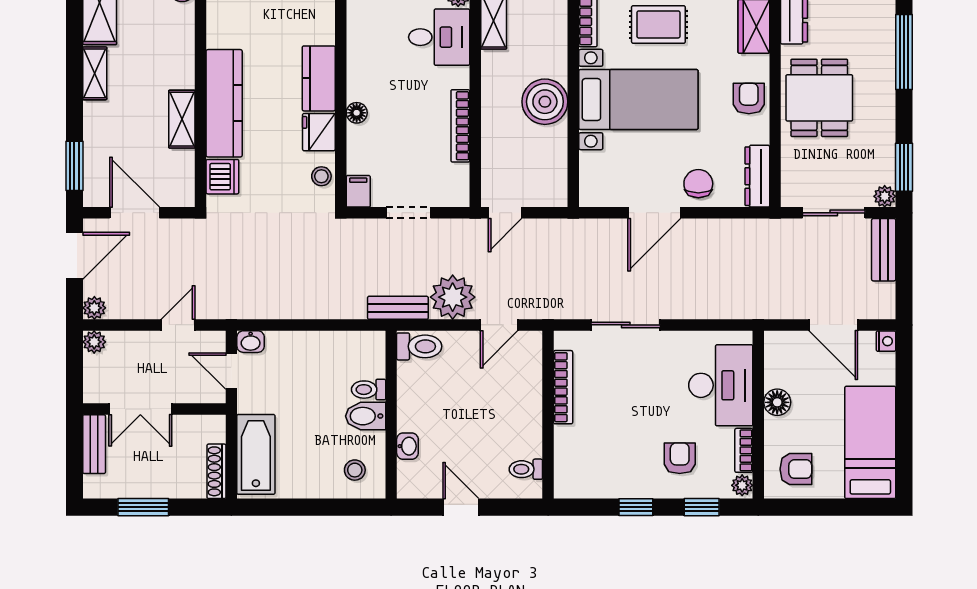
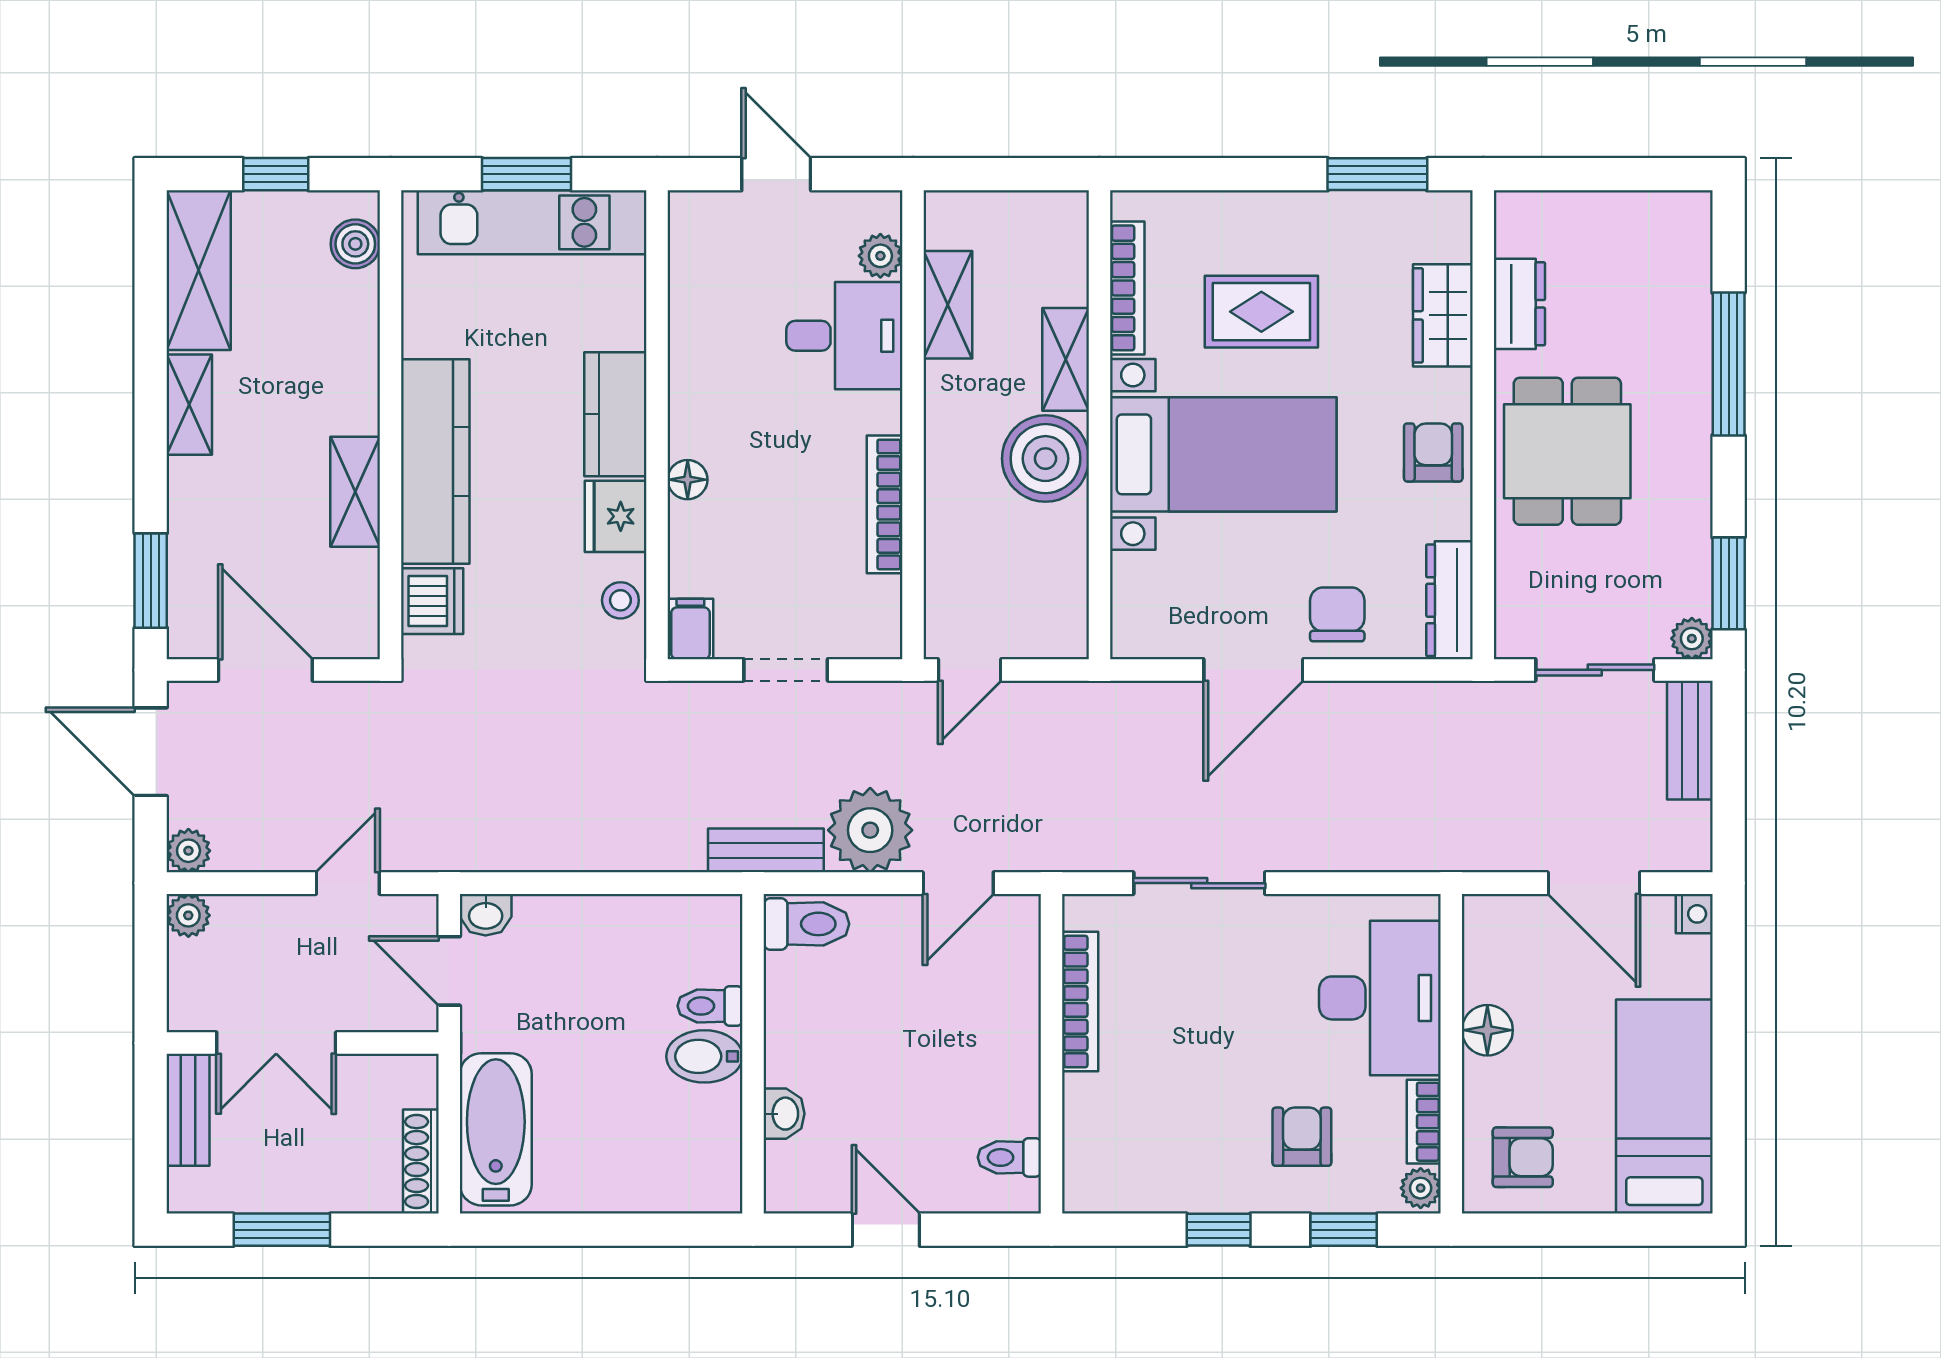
shelving: (556, 50) -> (1066, 359), added
door: (74, 256) -> (151, 752), swing flipped
stool: (355, 470) -> (684, 1159), removed

